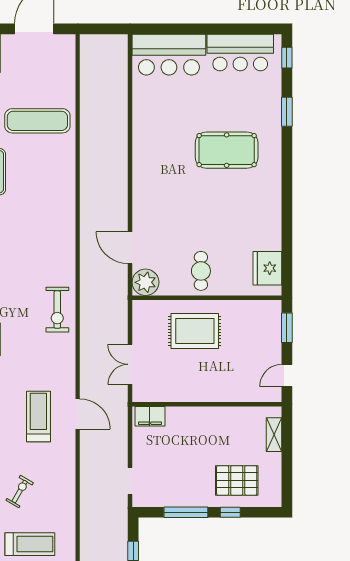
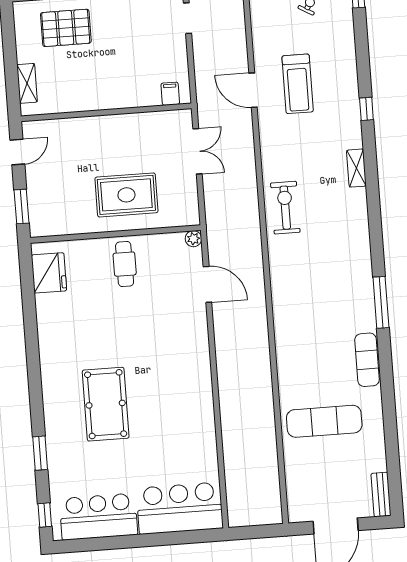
pool table: (227, 150) -> (106, 404), turned 90
plant: (145, 282) -> (193, 239), width x0.53, depth x0.53
filing cabinet: (150, 416) -> (170, 94), width x0.50

